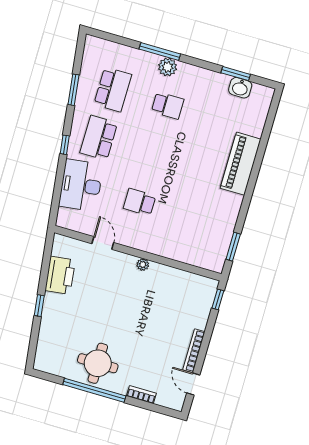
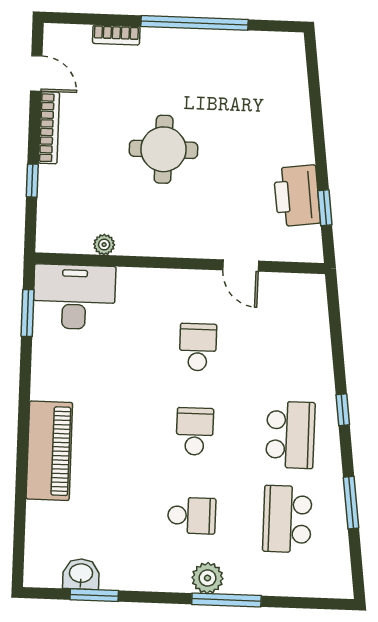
school desk: (168, 105) -> (192, 516), turned 180
school desk: (154, 154) -> (195, 431), added
desk: (81, 185) -> (74, 297), moved, turned -83
school desk: (140, 202) -> (198, 347), turned -90
plant: (143, 265) -> (104, 245), moved
window: (218, 299) -> (32, 181), moved
window: (39, 306) -> (325, 208), moved
round table: (98, 363) -> (164, 149), moved

